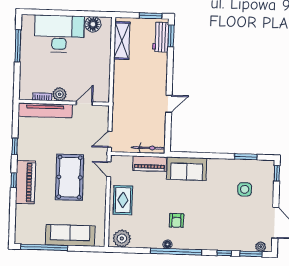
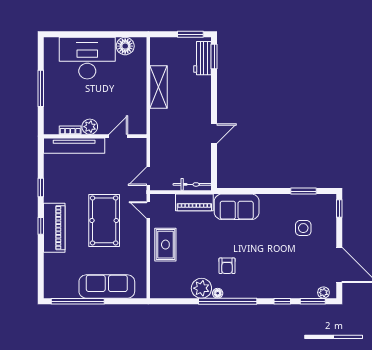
shelving: (122, 41) -> (159, 87), moved
window: (18, 46) -> (41, 88), moved
plant: (122, 239) -> (201, 288), moved

